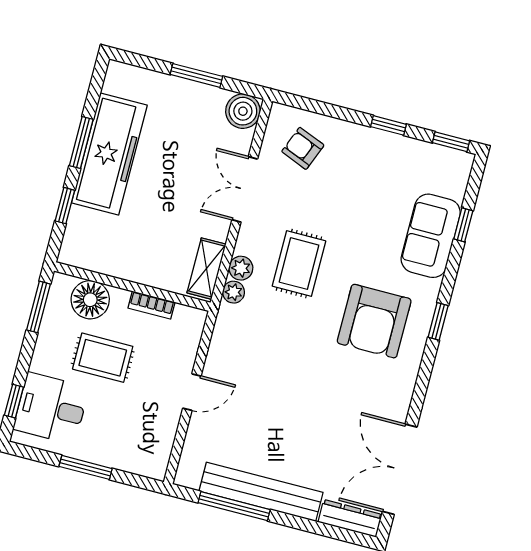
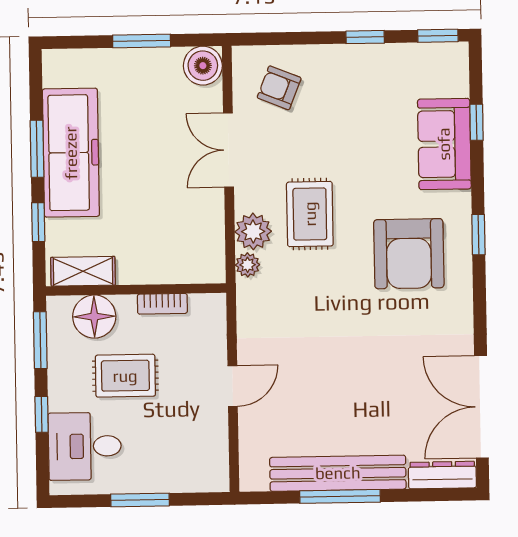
plant: (241, 268) -> (253, 231), width x1.38, depth x1.38
shelving: (206, 269) -> (83, 271), moved, turned 90
window: (14, 401) -> (42, 414), moved
window: (234, 506) -> (340, 496), moved

